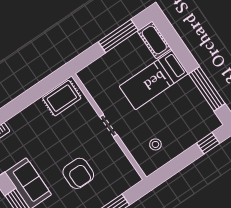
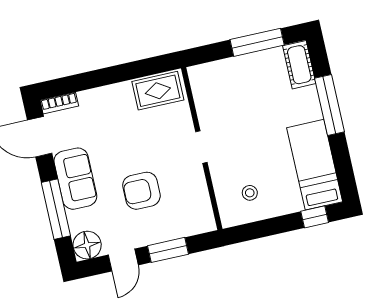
bed: (154, 80) -> (315, 165), moved, turned 90
window: (207, 89) -> (329, 105), moved
armchair: (78, 173) -> (141, 191), turned 90

